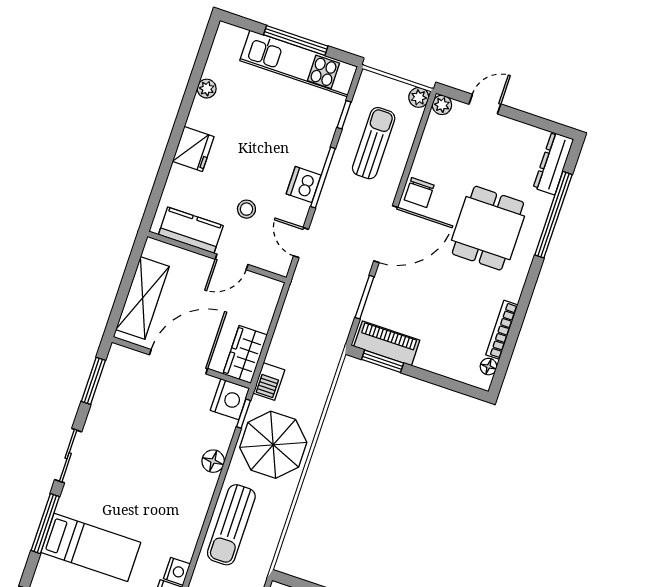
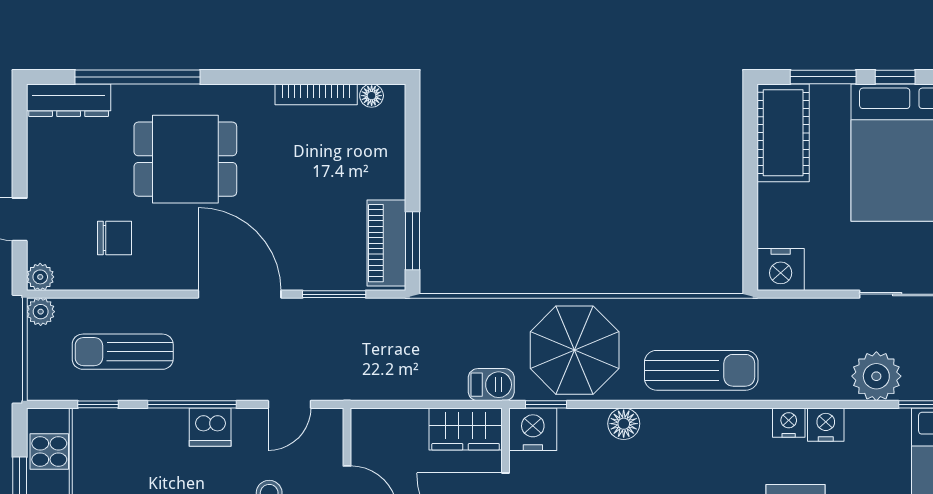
chair: (419, 193) -> (115, 238), moved

